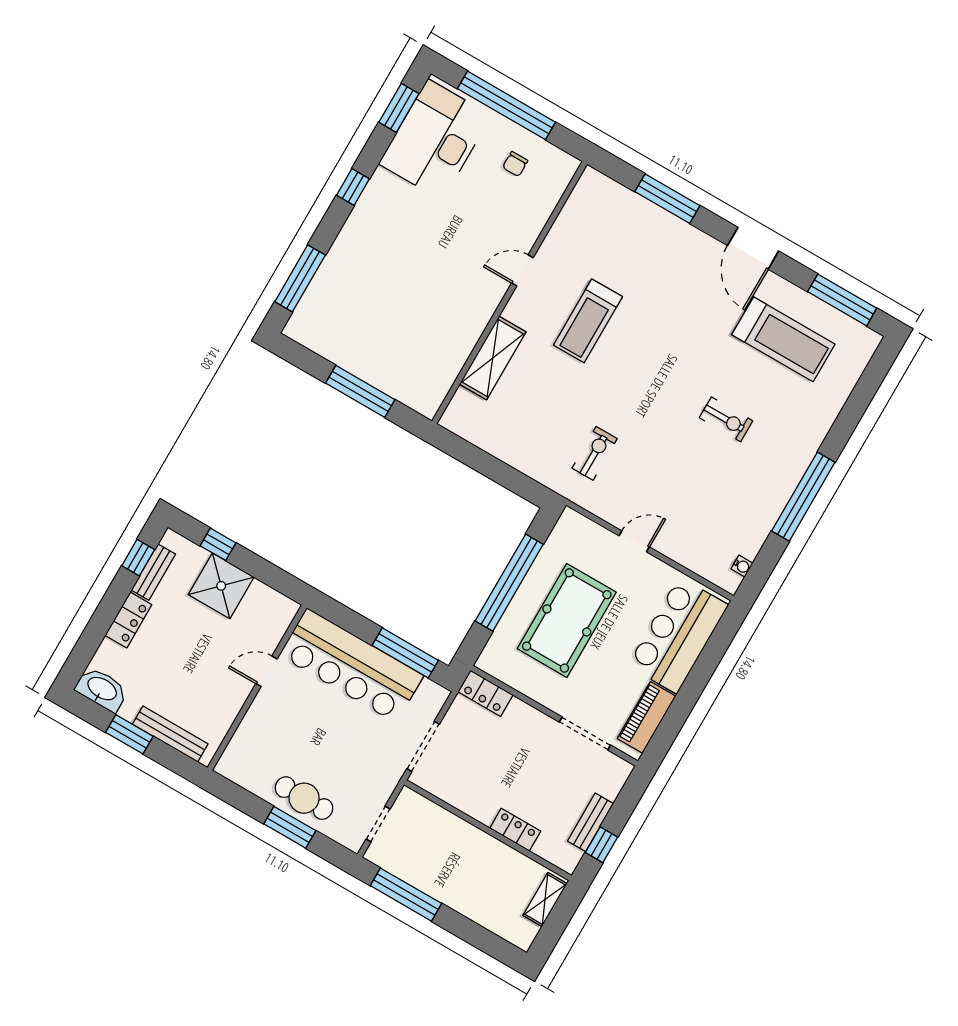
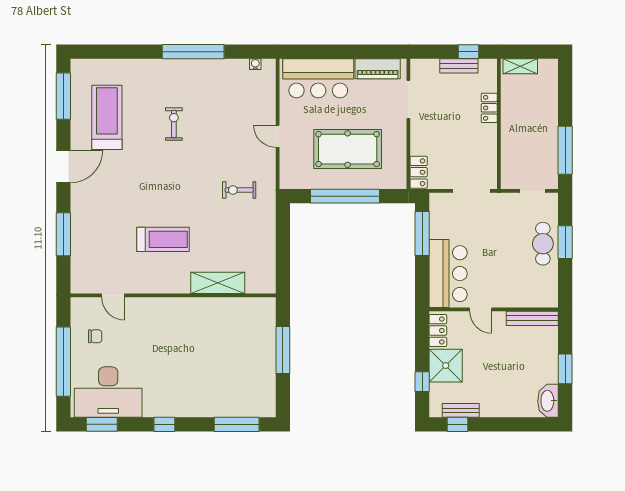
door: (522, 270) -> (113, 295), moved
locker: (128, 620) -> (438, 330), moved, turned 90
bar counter: (351, 665) -> (448, 274), width x0.73
bench: (170, 734) -> (532, 318), moved, turned 90

